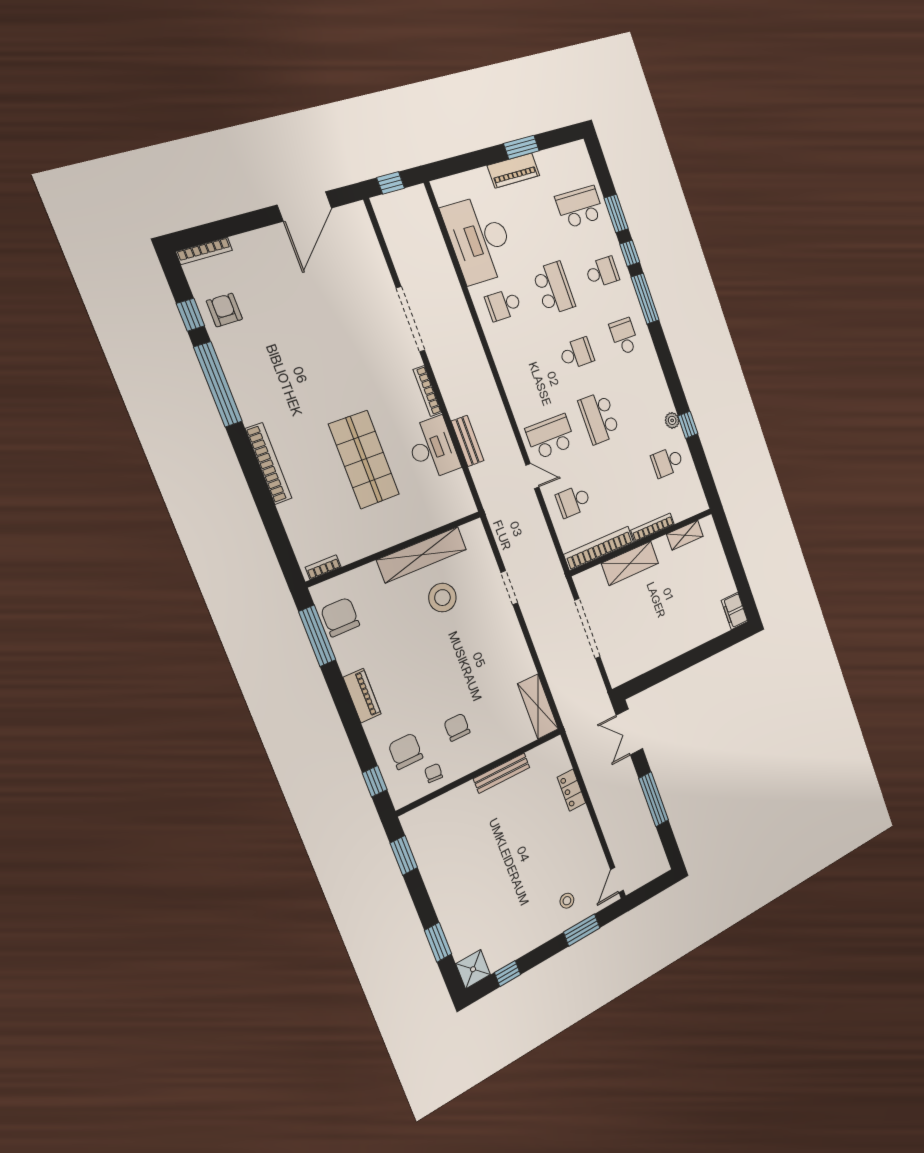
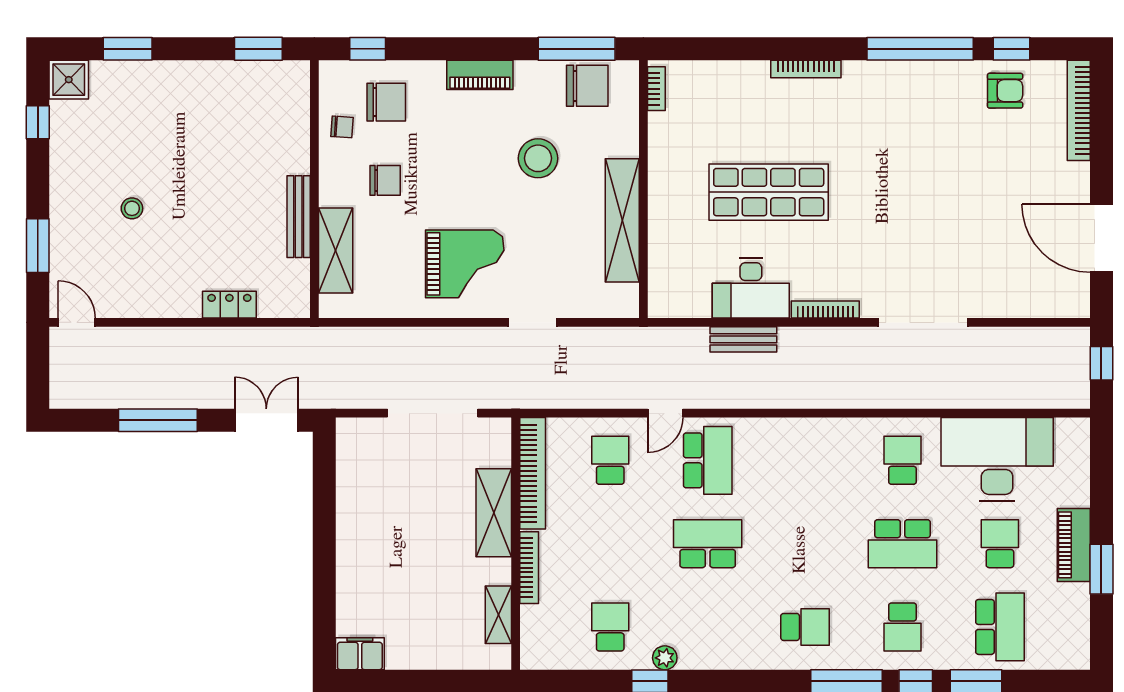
bookcase: (204, 251) -> (1079, 110), width x1.48, depth x1.31
school desk: (577, 353) -> (1000, 544), moved, turned 180
bookcase: (269, 464) -> (806, 69), width x0.68, depth x0.76
stool: (442, 598) -> (538, 158), moved
grand piano: (490, 649) -> (465, 264), added
shelving: (538, 706) -> (336, 250), moved, turned 90
stool: (567, 901) -> (132, 208), moved

